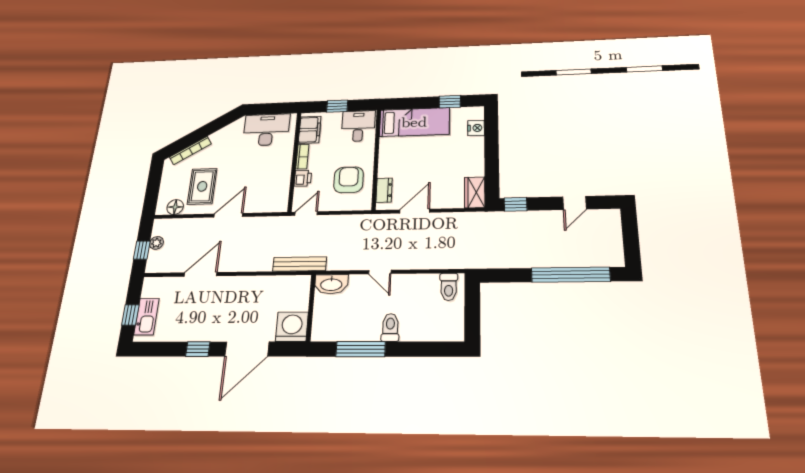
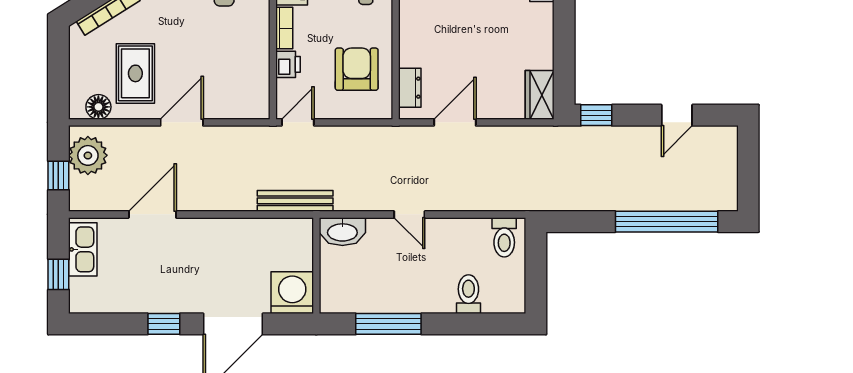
plant: (156, 243) -> (88, 155), width x1.88, depth x1.88
kitchen sink: (147, 317) -> (83, 249), moved
toilet: (390, 327) -> (468, 294), moved

